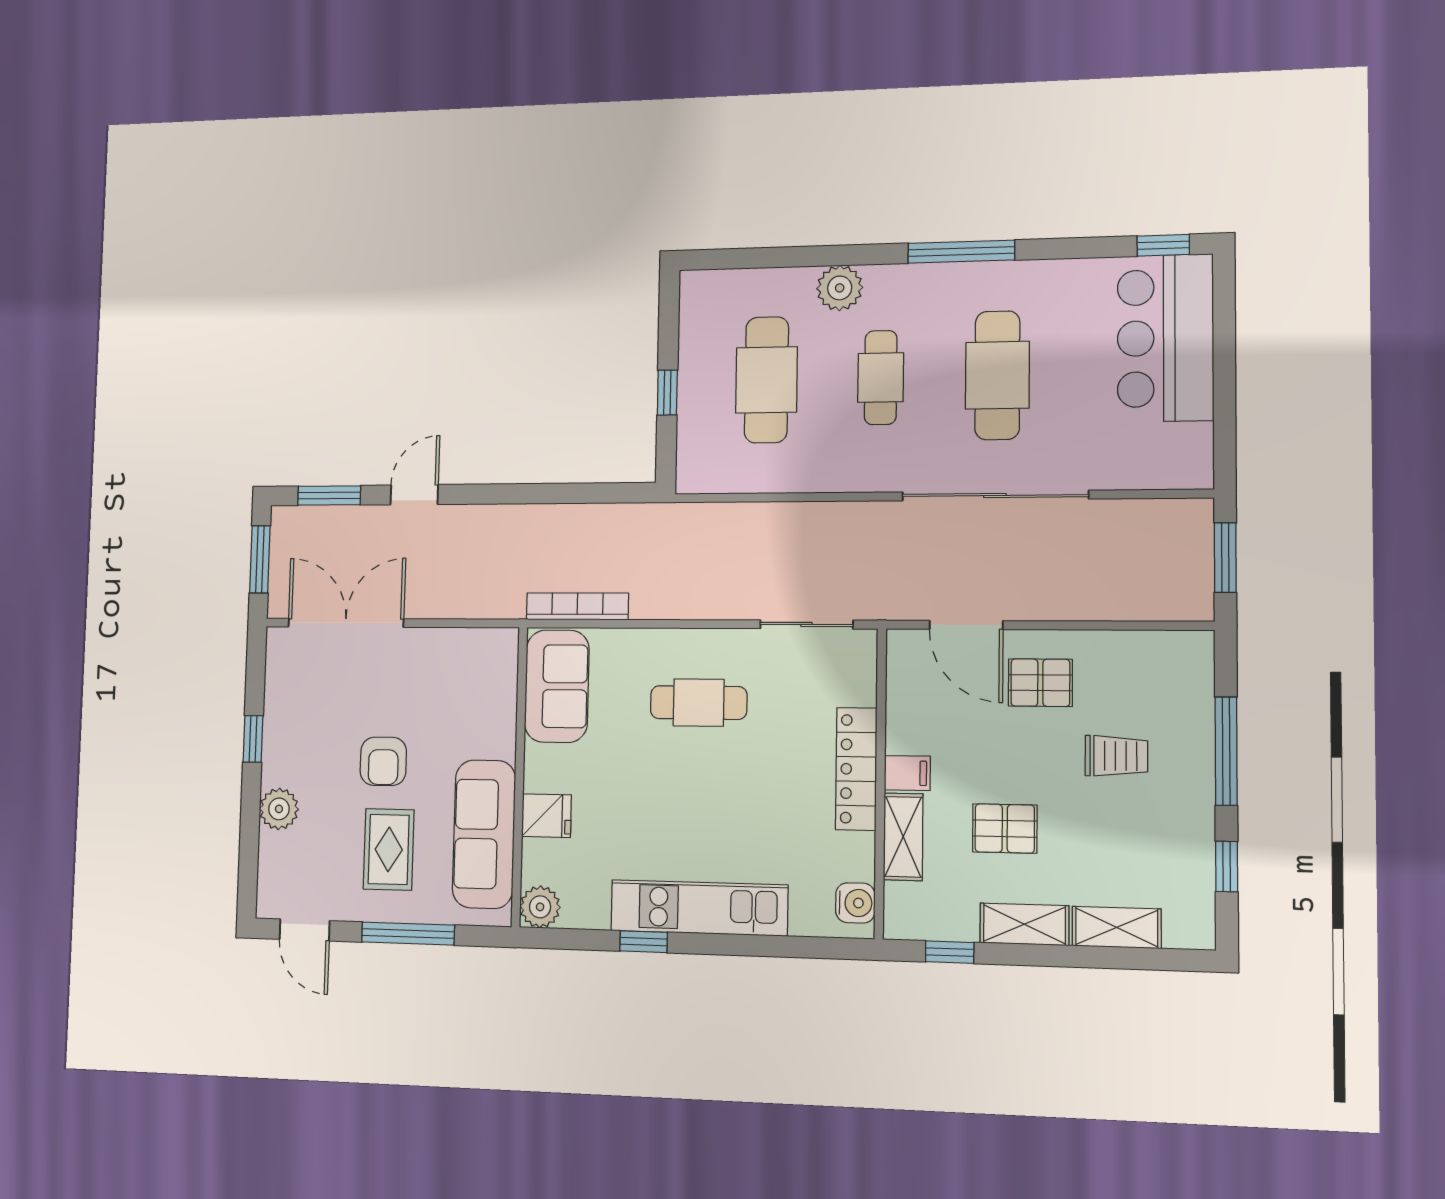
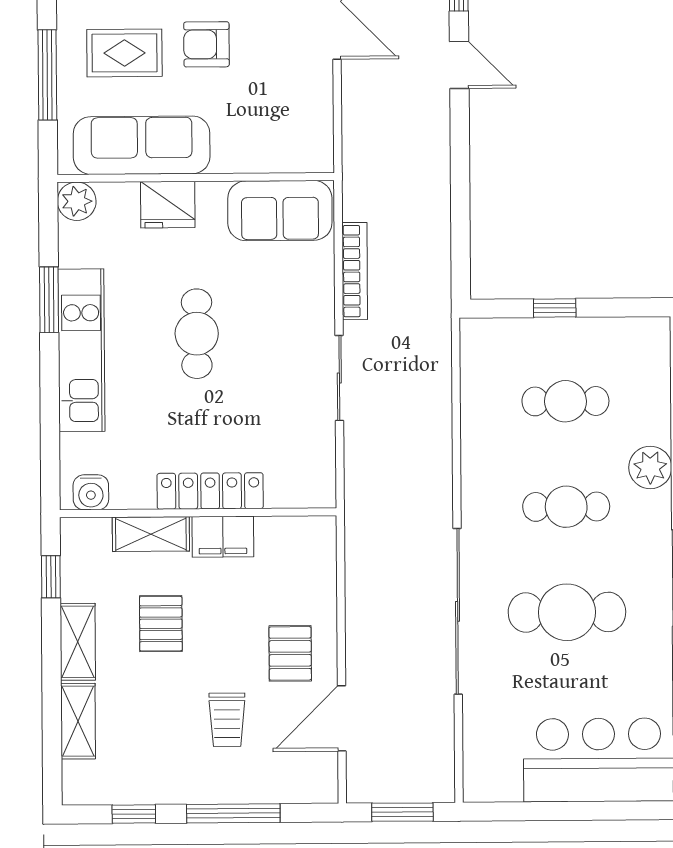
cafe table: (766, 380) -> (565, 401), width x0.73, depth x0.74
bookcase: (577, 606) -> (355, 271), moved
sliding door: (806, 624) -> (339, 378), moved
door: (966, 625) -> (342, 718), moved
cafe table: (699, 703) -> (197, 334), moved
filing cabinet: (907, 773) -> (223, 537), width x2.00
fridge: (547, 816) -> (168, 205), width x1.38
window: (644, 942) -> (49, 300), width x1.50

